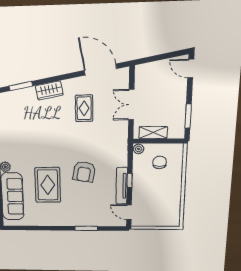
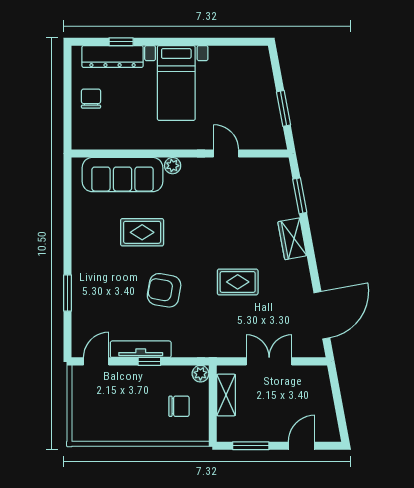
door: (191, 68) -> (302, 446), moved
rug: (84, 108) -> (238, 282), moved
rug: (48, 185) -> (142, 232), width x0.73, depth x0.70

